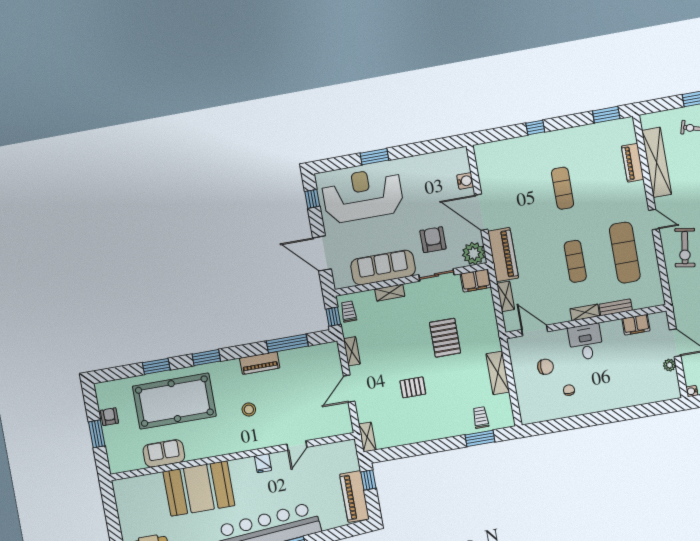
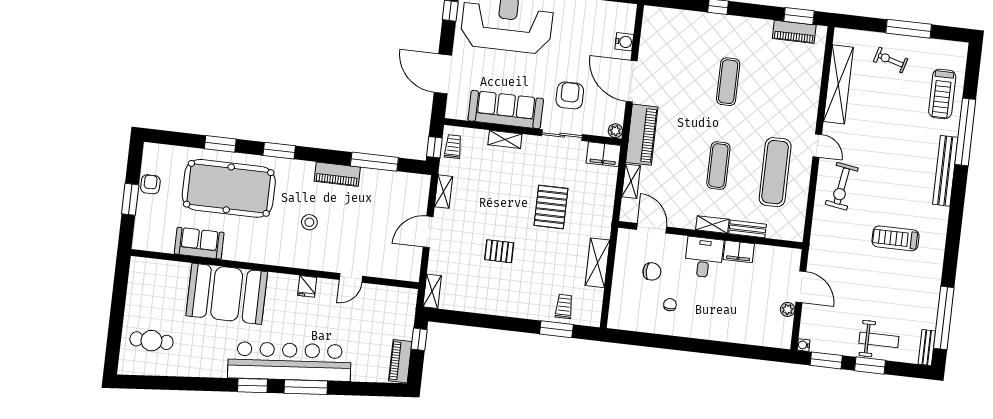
piano: (633, 163) -> (794, 32), moved, turned -90
plant: (474, 253) -> (615, 131), width x0.53, depth x0.53
filing cabinet: (636, 325) -> (739, 252), moved
piano: (354, 497) -> (400, 361), width x0.73, depth x0.75

